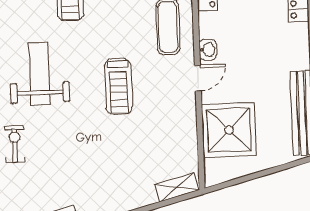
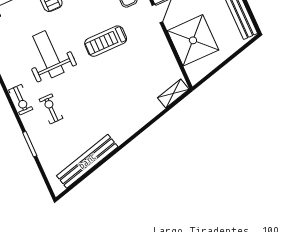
treadmill: (118, 86) -> (106, 41), turned 90

